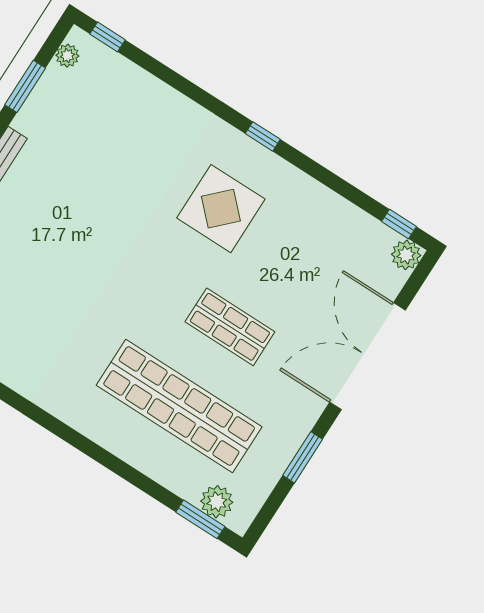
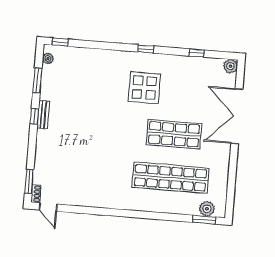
window: (399, 224) -> (197, 53), moved
shop shelf: (230, 327) -> (174, 134), width x1.43, depth x1.36
window: (303, 457) -> (232, 172), removed

